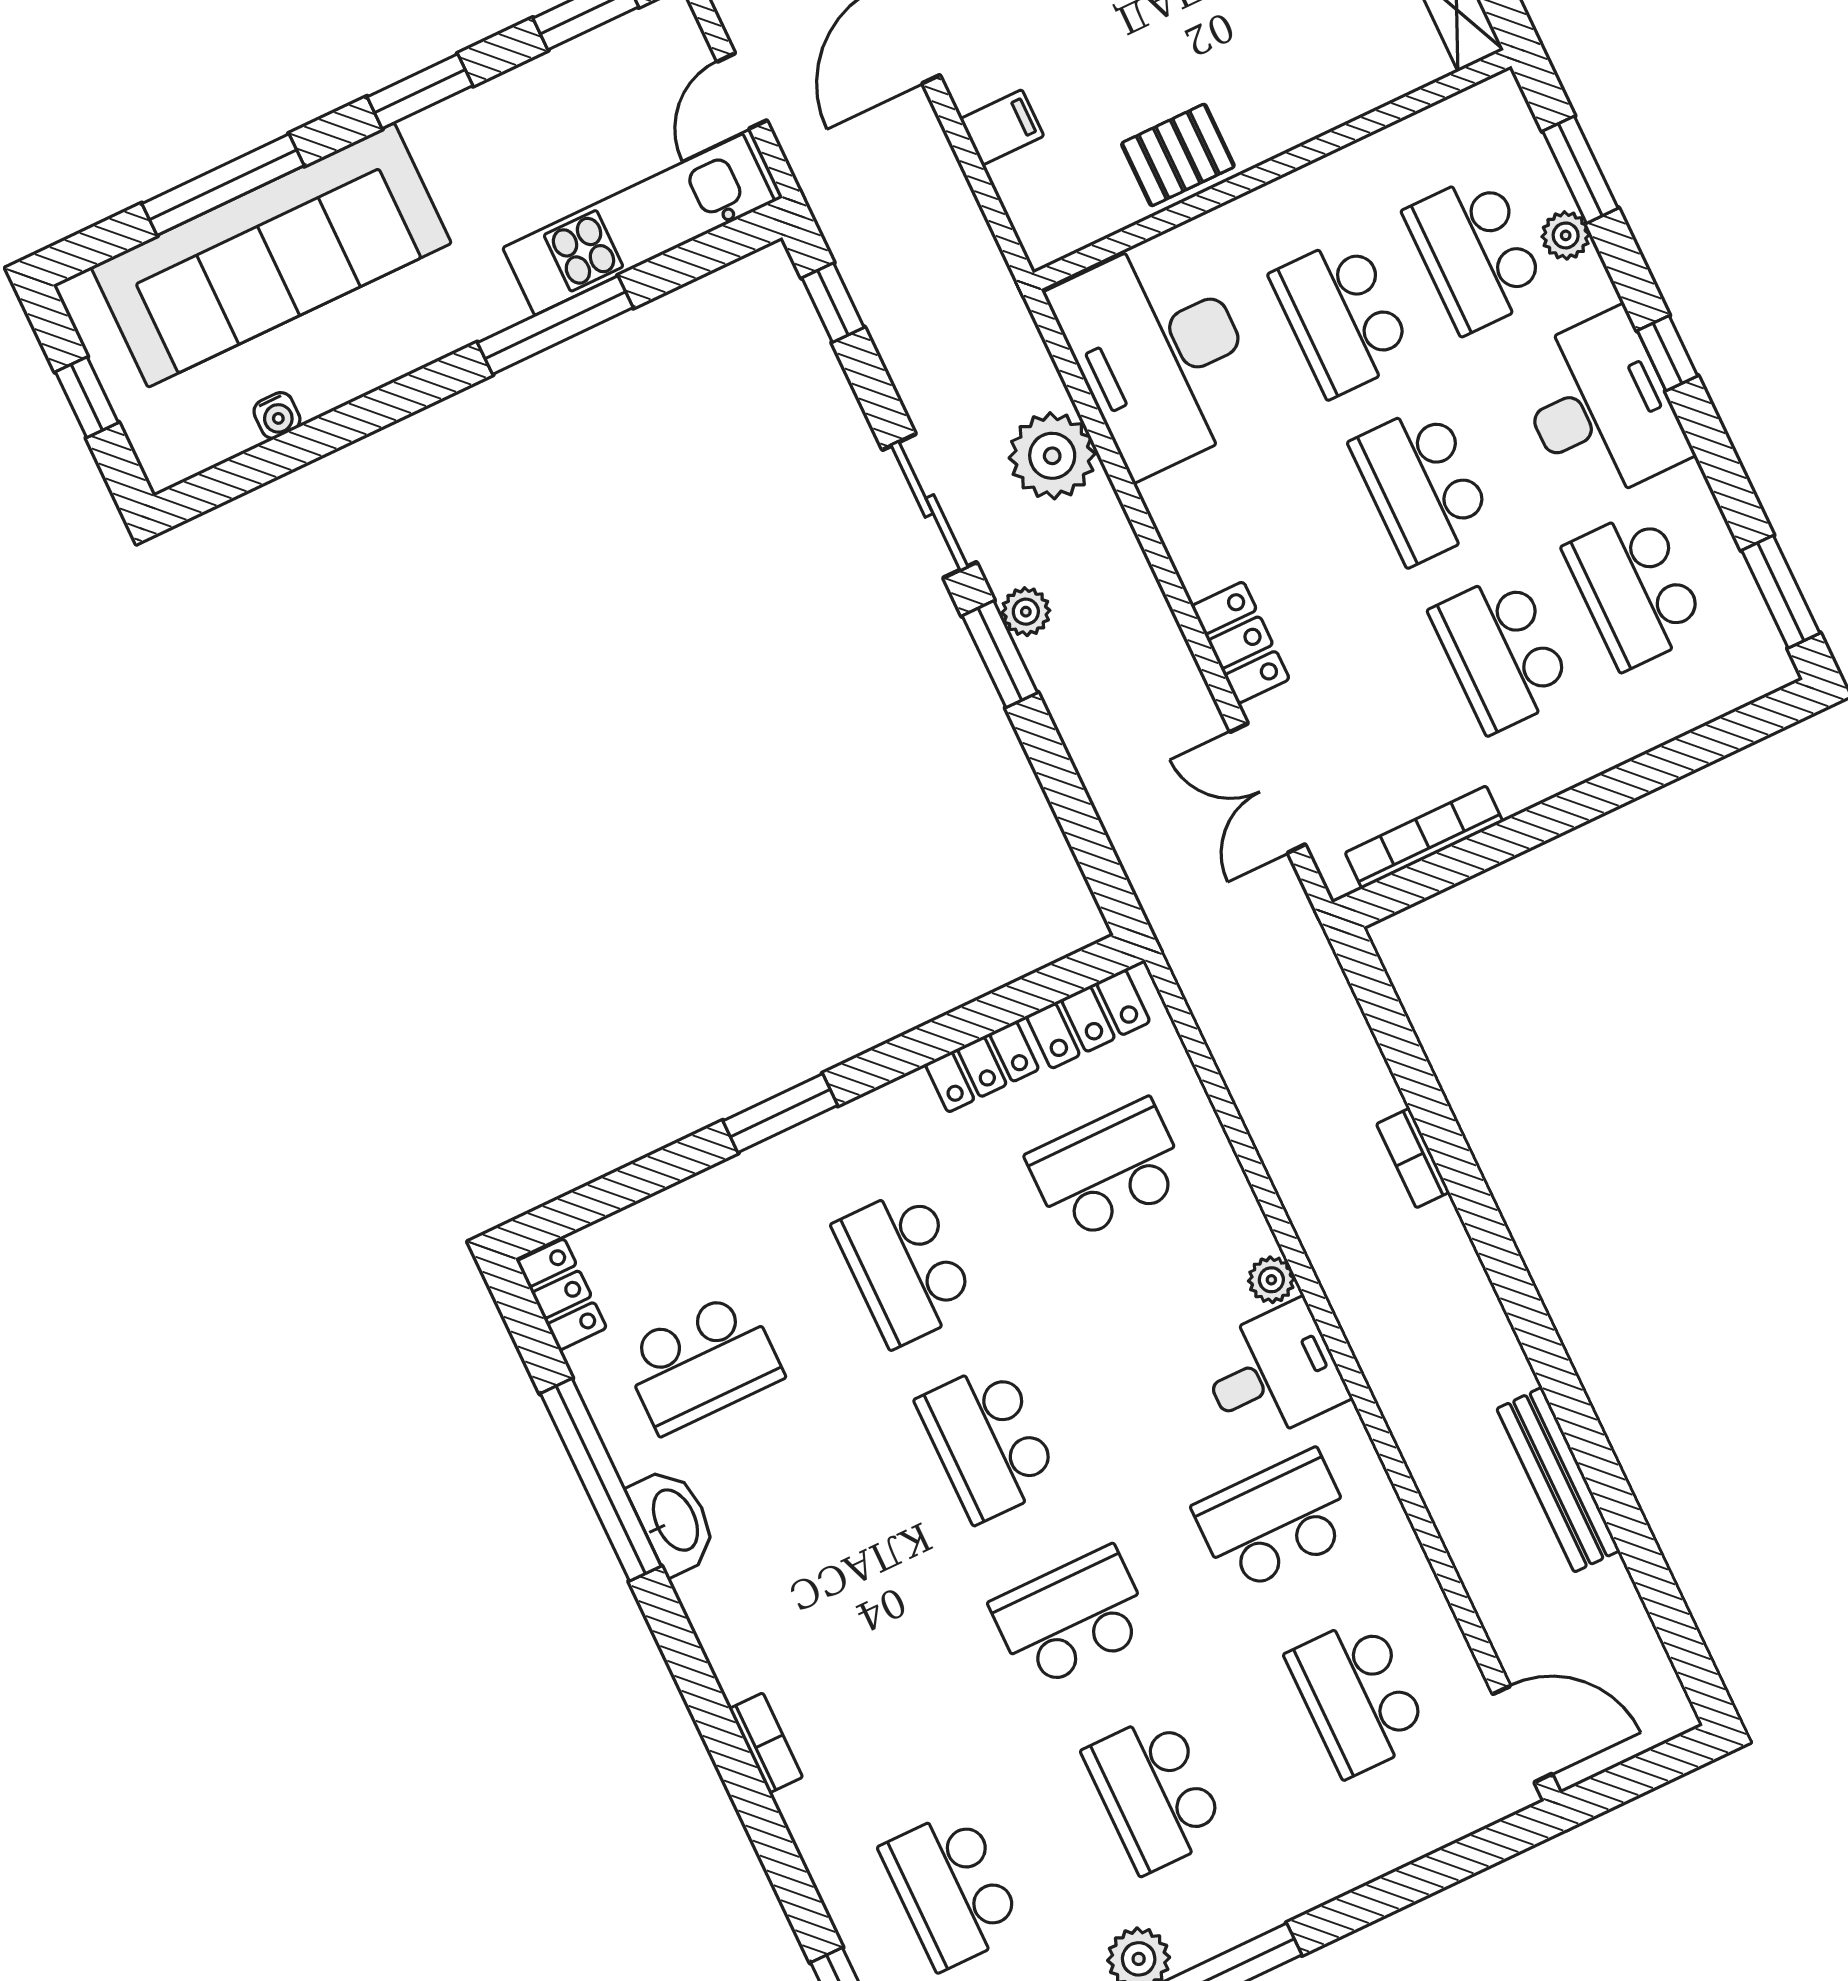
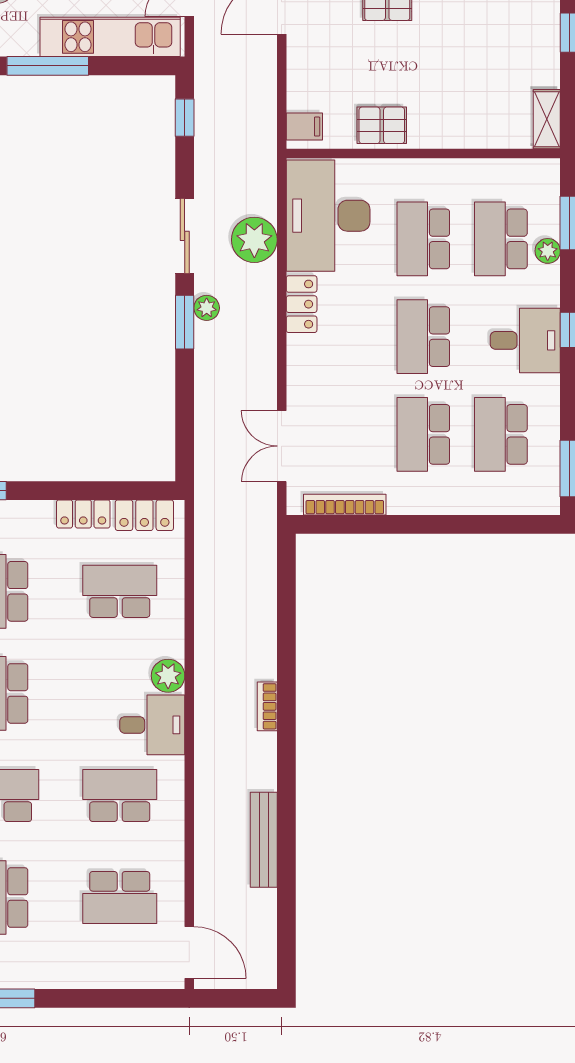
filing cabinet: (1002, 127) -> (304, 127), moved
desk: (1600, 408) -> (525, 340), width x0.73
locker: (1240, 643) -> (302, 304), moved
bookcase: (1413, 1158) -> (267, 706), moved
plant: (1271, 1280) -> (168, 676), width x1.38, depth x1.38
school desk: (1358, 1696) -> (120, 898), turned -90

